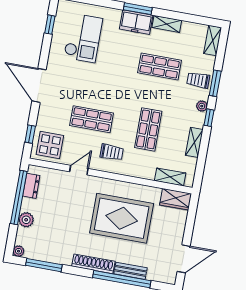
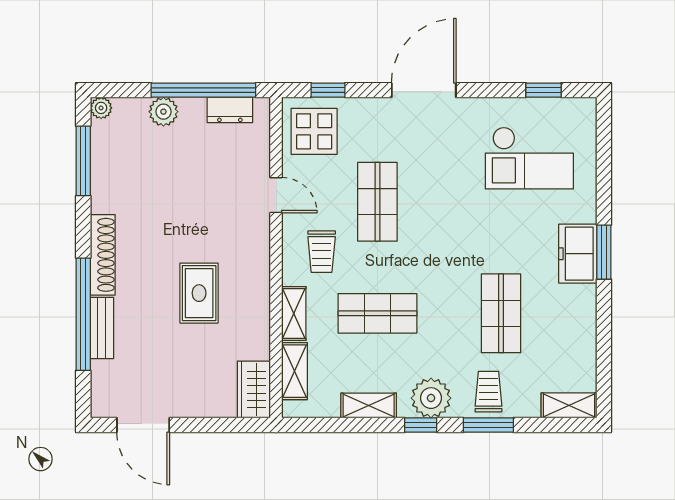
shelving: (167, 24) -> (294, 313), moved
plant: (202, 106) -> (431, 398), width x1.87, depth x1.87
rug: (122, 218) -> (199, 293), width x0.54, depth x0.49

